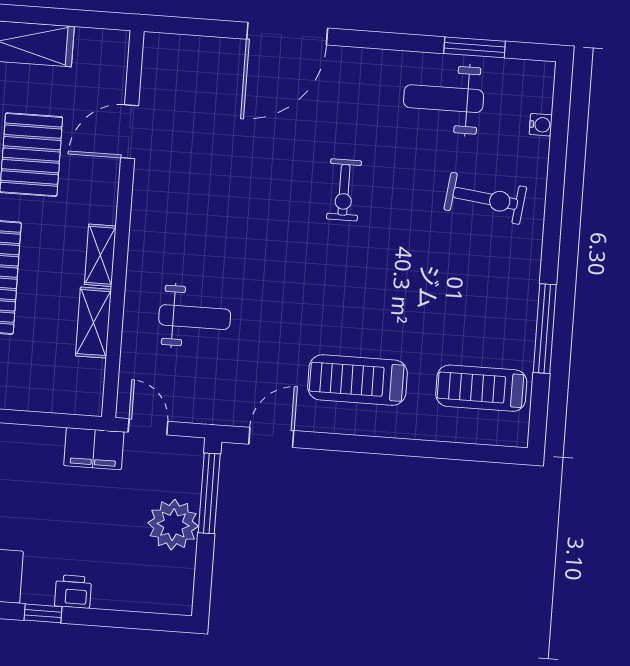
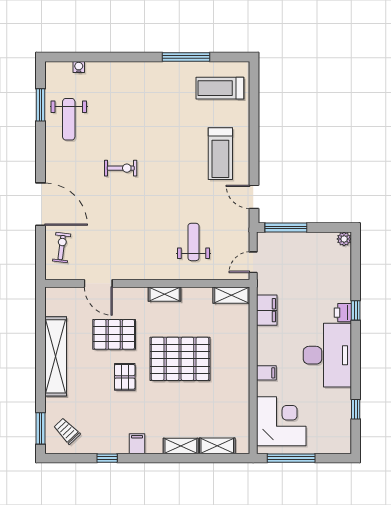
exercise bike: (485, 198) -> (62, 248), moved, width x0.73, depth x0.72
shelving: (93, 323) -> (231, 295), moved
treadmill: (481, 388) -> (220, 88), turned 90
filing cabinet: (94, 449) -> (267, 310), moved
plant: (173, 525) -> (344, 239), moved, width x0.53, depth x0.53
printer: (73, 592) -> (343, 313), moved

